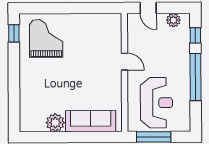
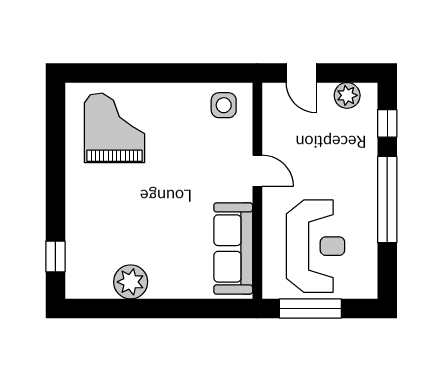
side table: (106, 26) -> (224, 105), added
window: (14, 33) -> (55, 257), moved
sofa: (91, 121) -> (233, 248), moved, turned -90

